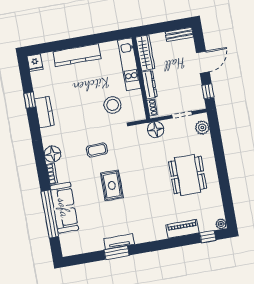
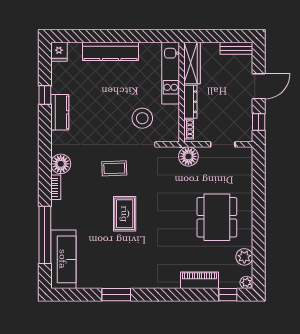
plant: (202, 128) -> (244, 257), moved
sofa: (64, 208) -> (63, 259), moved
tv unit: (119, 242) -> (121, 282), removed

